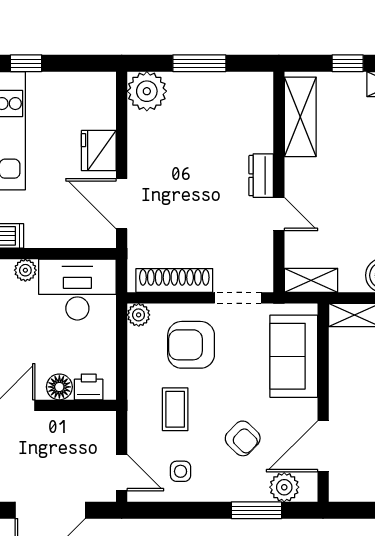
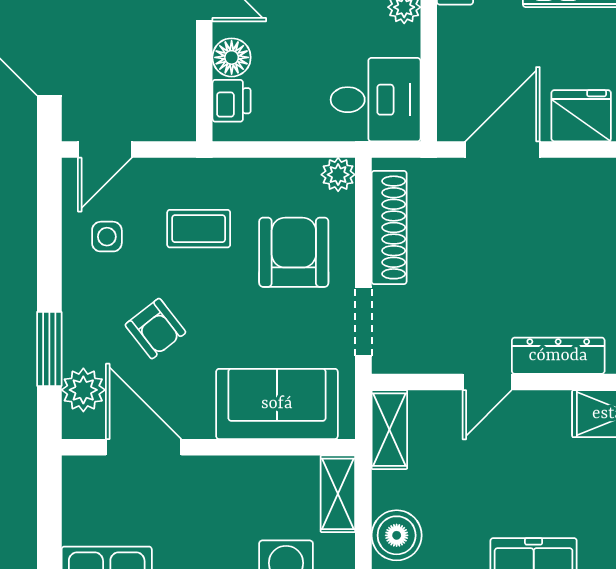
dresser: (261, 176) -> (558, 356), width x1.44
desk: (77, 290) -> (376, 100), width x0.73
armchair: (243, 438) -> (155, 329), turned -82

